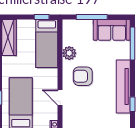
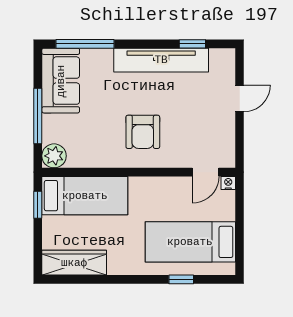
plant: (69, 53) -> (54, 156), moved
door: (60, 97) -> (206, 172), moved

